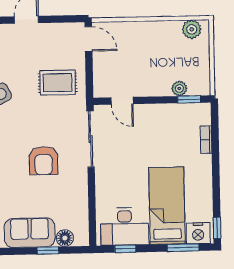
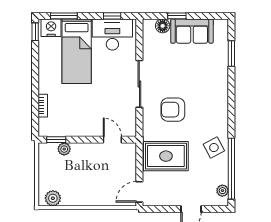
door: (88, 39) -> (139, 192), hinge flipped
rug: (58, 83) -> (166, 156), width x1.36, depth x1.43
sliding door: (91, 139) -> (139, 84), moved
armchair: (44, 161) -> (173, 110), moved, turned -90

